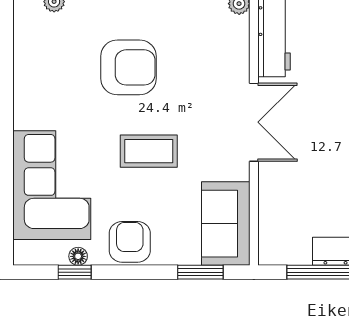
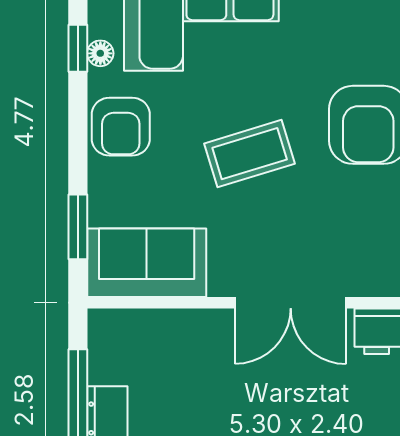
coffee table: (149, 151) -> (250, 154), turned 73
armchair: (130, 242) -> (121, 127), turned 90

